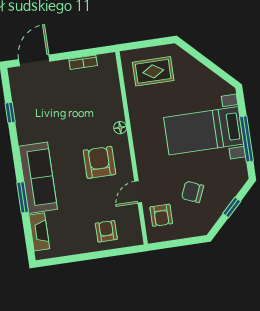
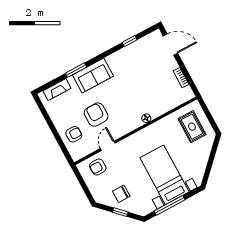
armchair: (99, 162) -> (96, 115), moved, turned -90
sofa: (38, 178) -> (93, 76), width x0.73
door: (138, 192) -> (108, 146), hinge flipped
chair: (193, 192) -> (121, 194), moved, turned -113

